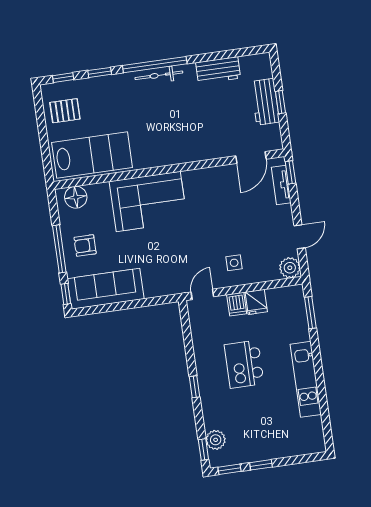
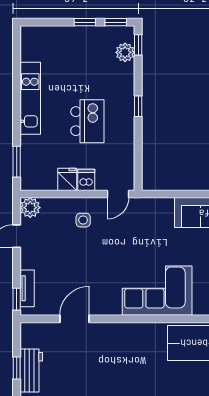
door: (251, 157) -> (74, 319), moved

